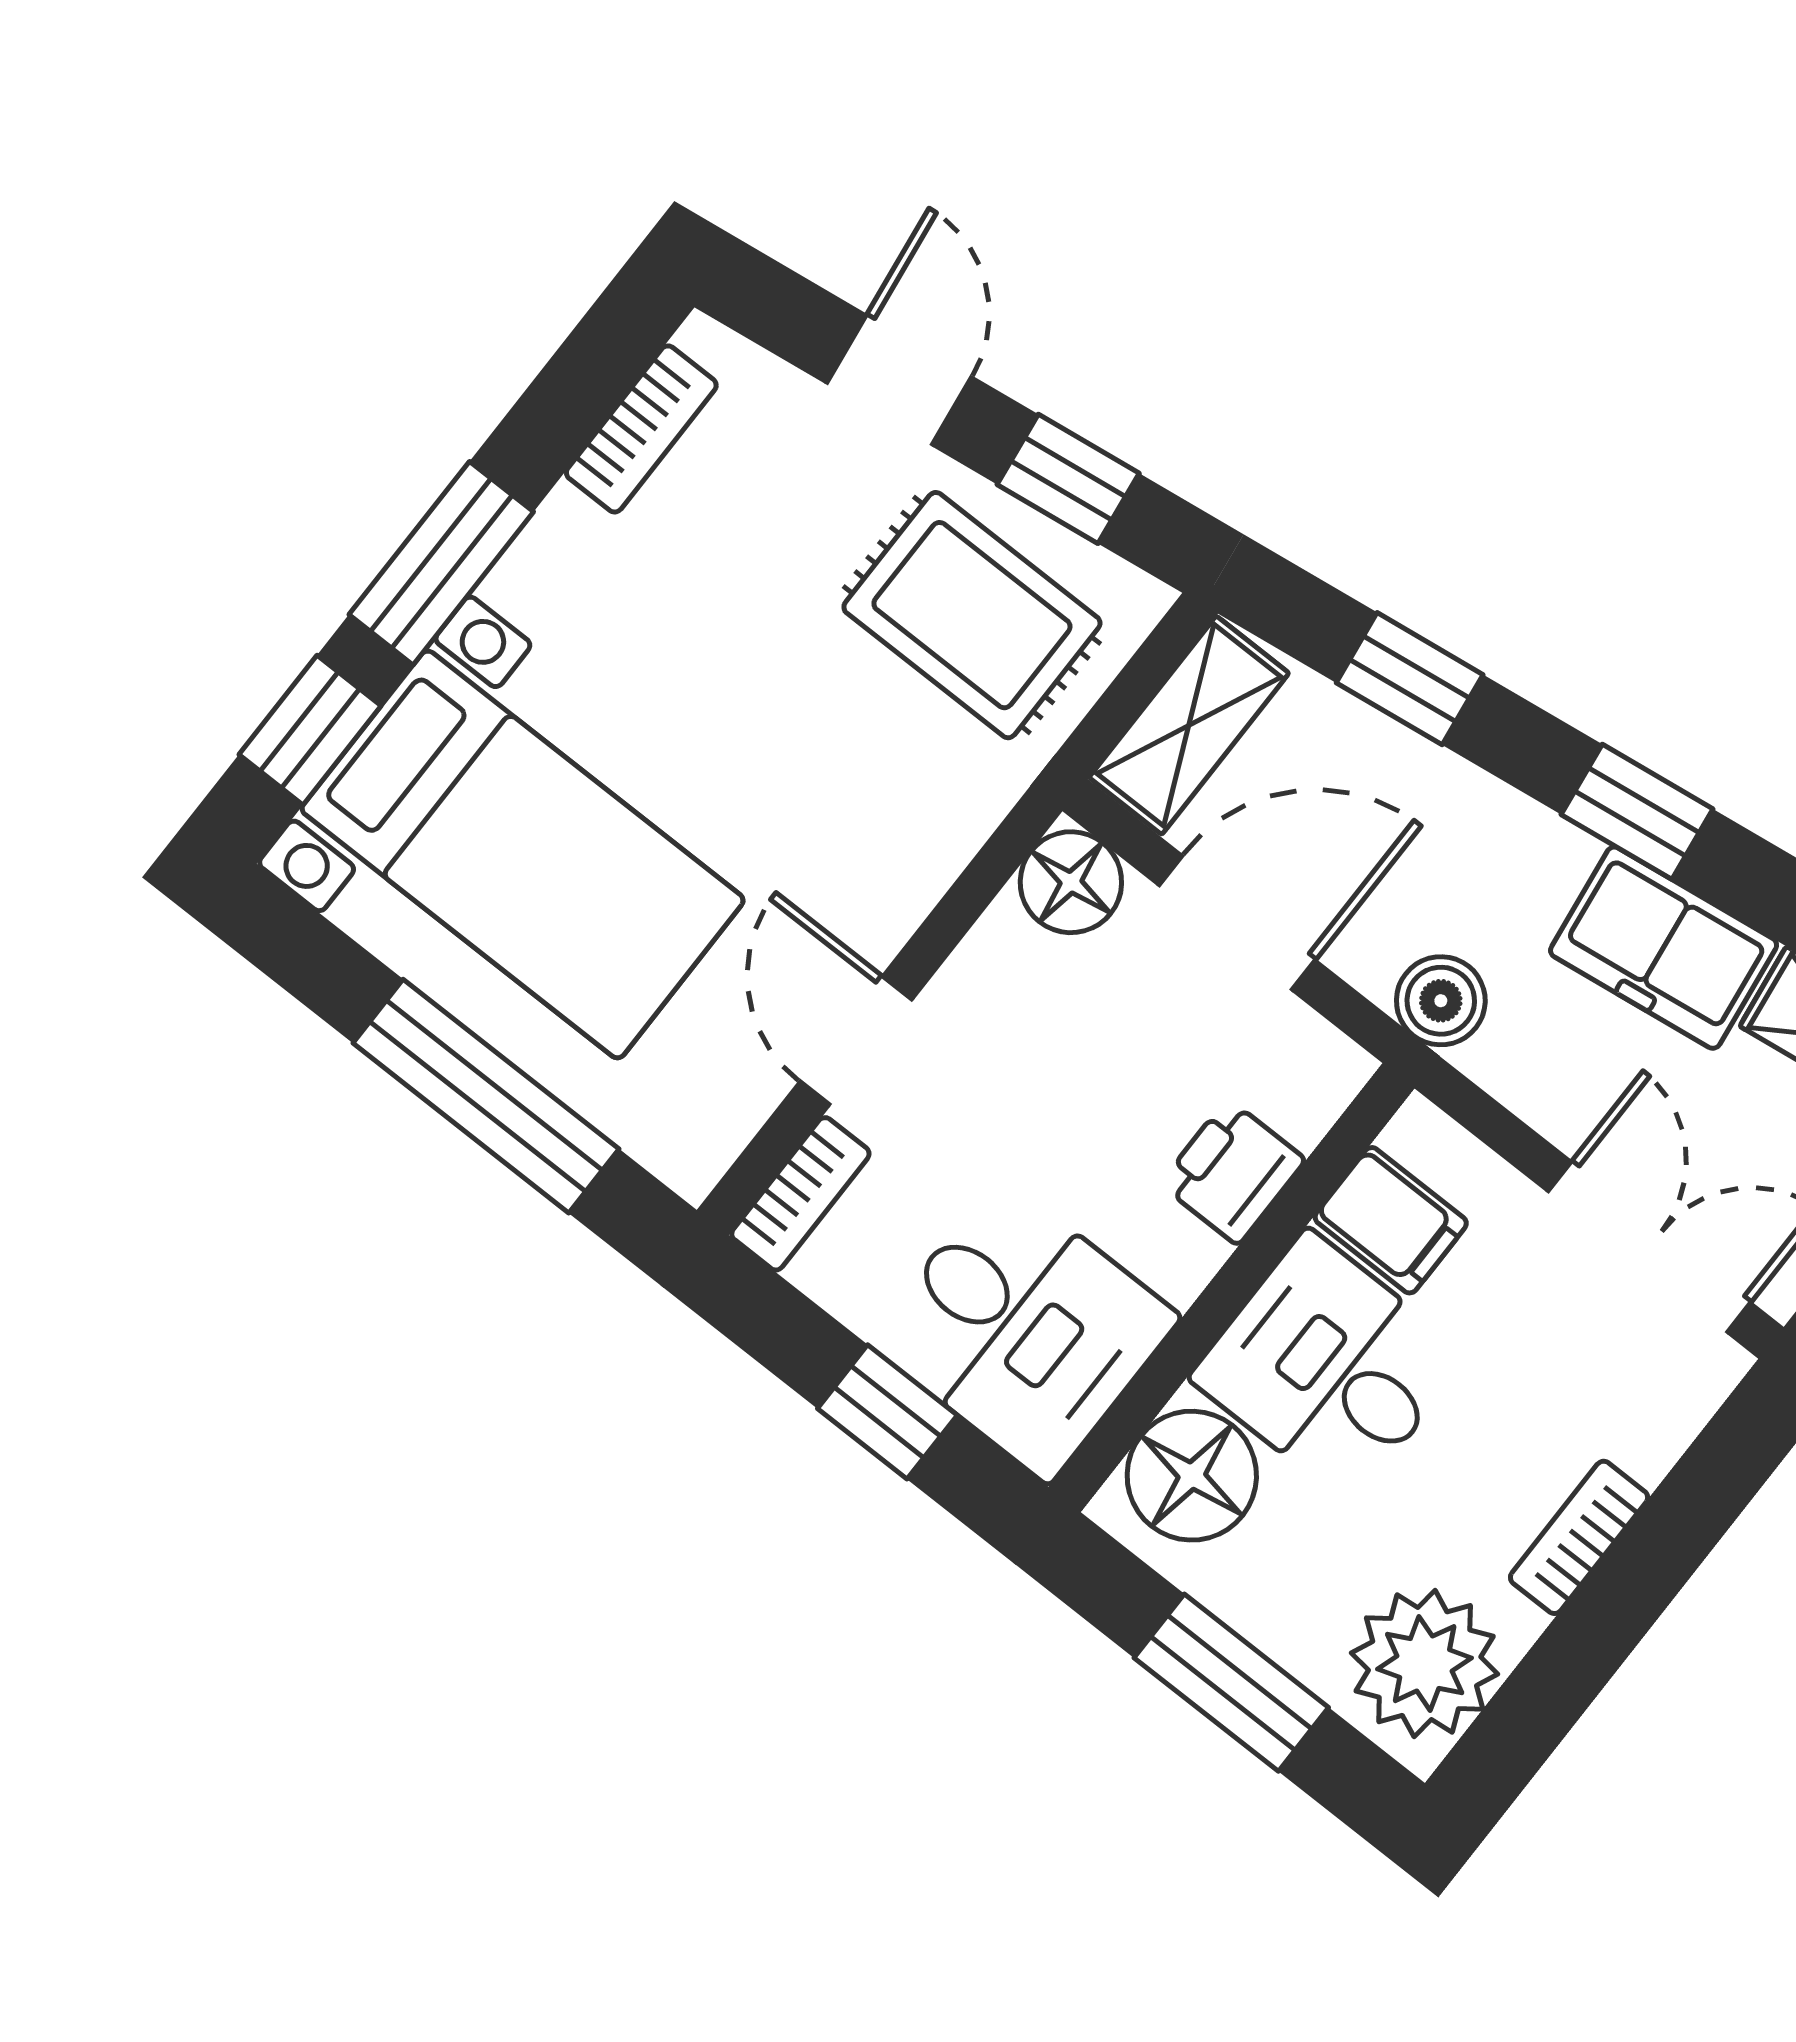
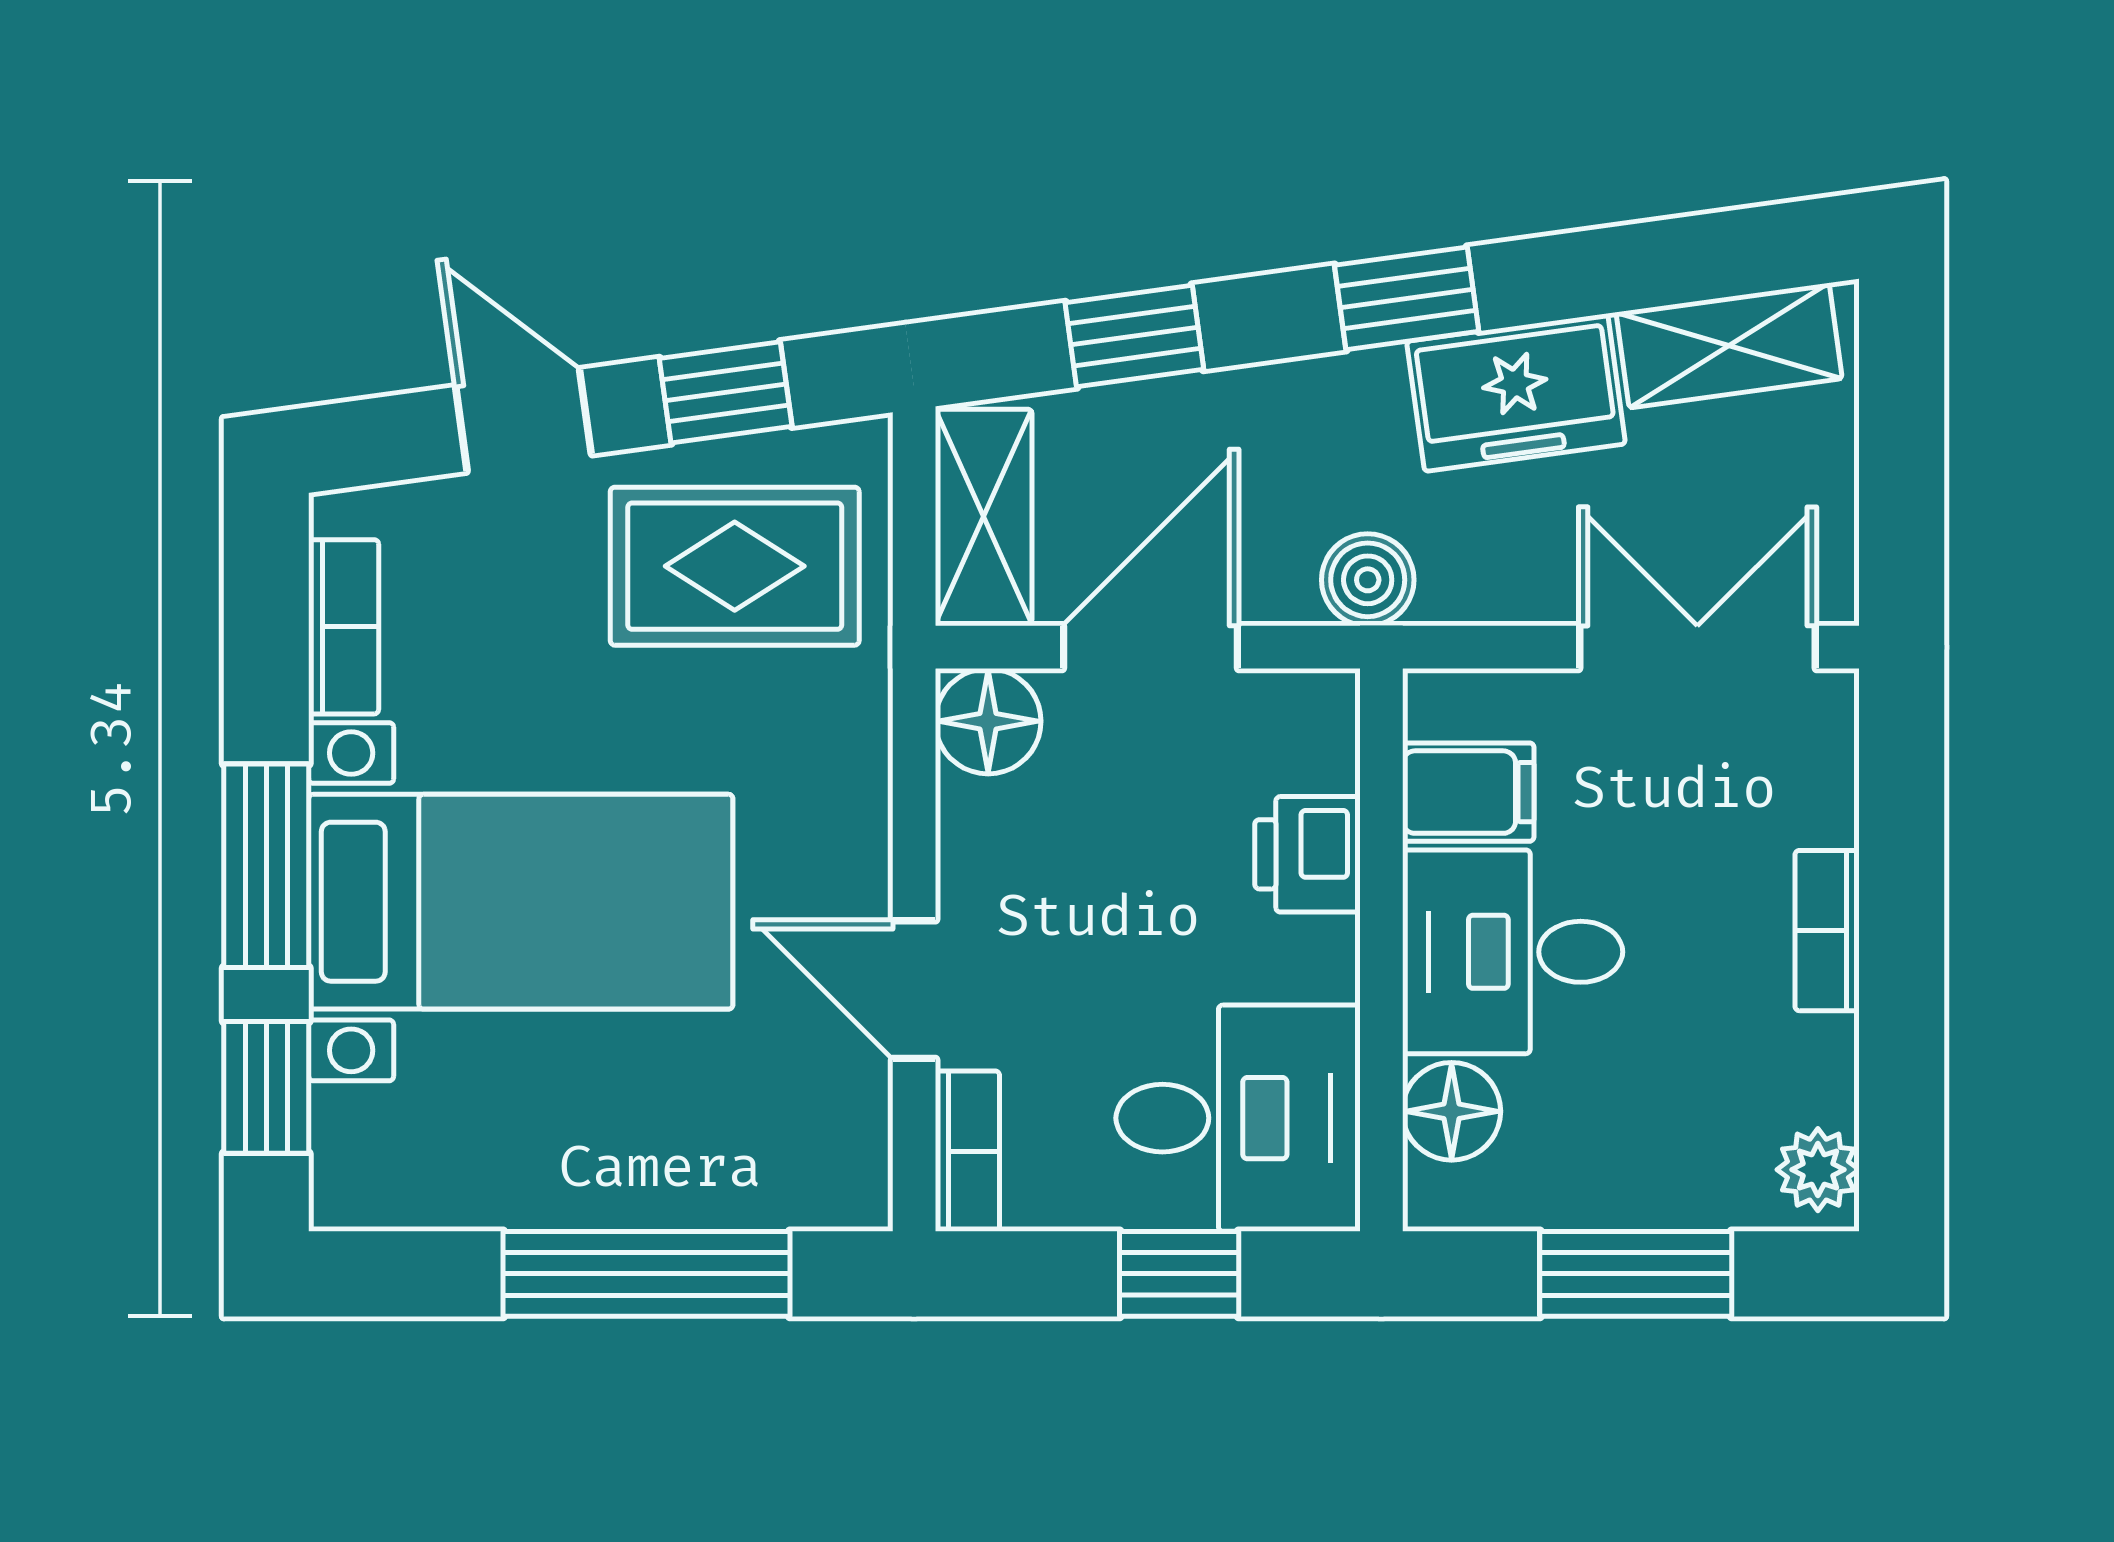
bed with nightstands: (523, 854) -> (521, 902), moved
floor lamp: (1192, 1476) -> (1452, 1111), width x0.73, depth x0.73
plant: (1425, 1664) -> (1818, 1170), width x0.53, depth x0.53

